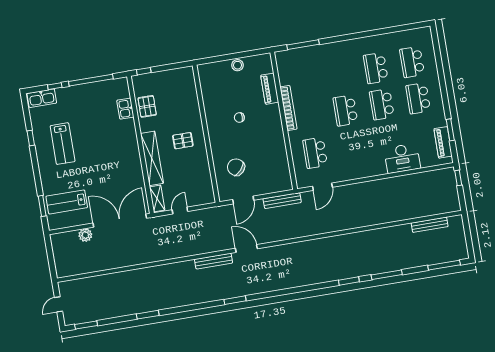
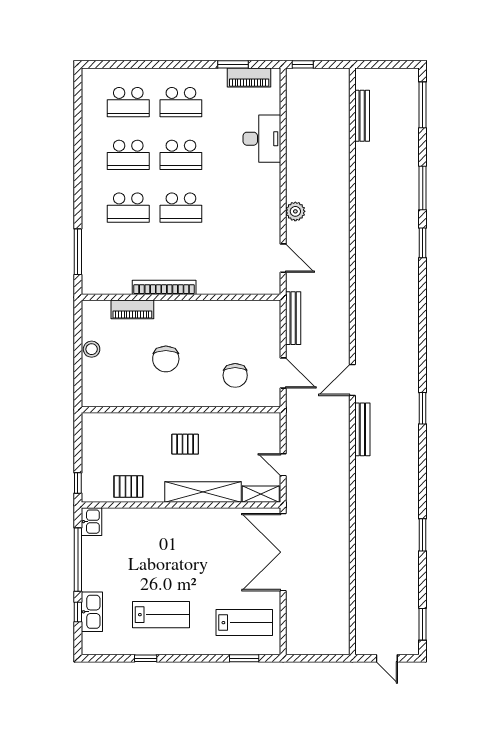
kitchen sink: (42, 98) -> (92, 612), moved
kitchen sink: (125, 109) -> (92, 522), moved, turned -90
chair: (239, 117) -> (166, 359), width x1.87, depth x1.87
pallet: (183, 141) -> (185, 444), turned 90
school desk: (315, 153) -> (128, 208), moved
chair: (236, 167) -> (235, 375), turned -42
lab bench: (67, 202) -> (244, 623), turned -90
plant: (85, 235) -> (295, 211), moved

